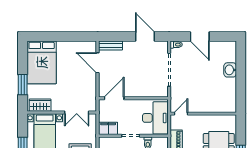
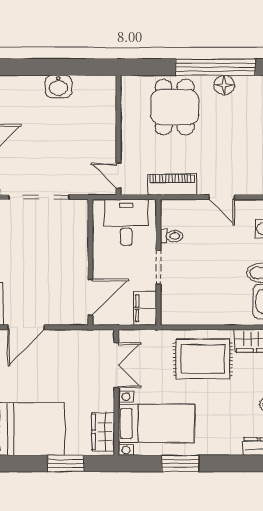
washbasin: (230, 70) -> (58, 86), moved
door: (114, 98) -> (90, 297), swing flipped
desk: (155, 118) -> (126, 222), width x0.73

